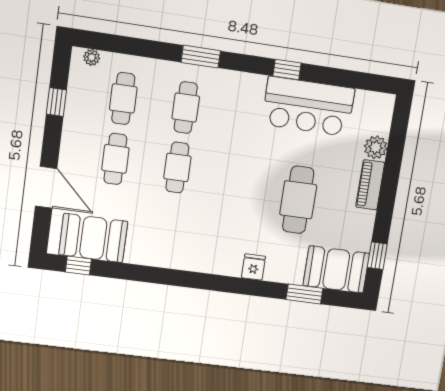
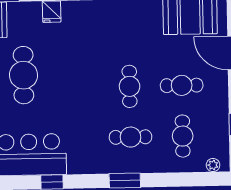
cafe table: (186, 108) -> (130, 137), turned 90
cafe table: (115, 159) -> (182, 85), turned 90

